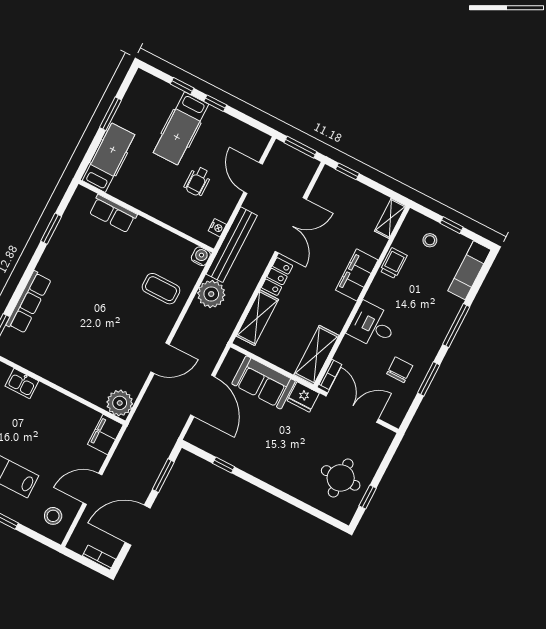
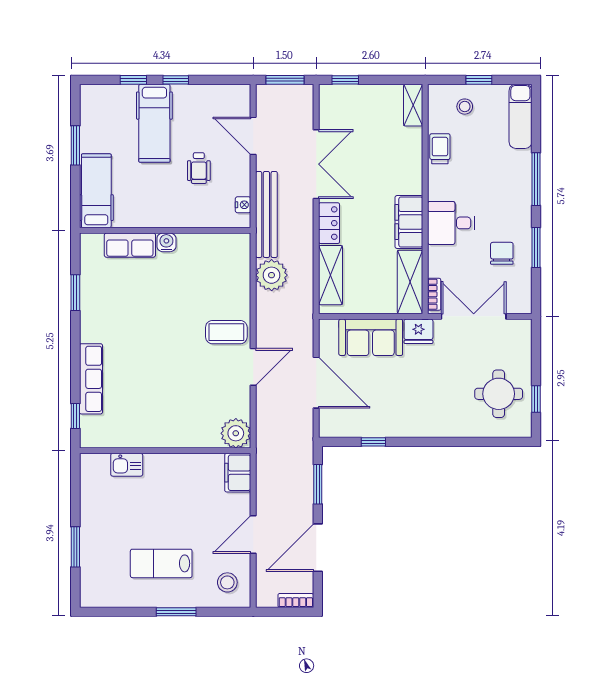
water cooler: (201, 256) -> (166, 242), moved
filing cabinet: (357, 275) -> (409, 222), moved
coffee table: (161, 289) -> (226, 332), moved

